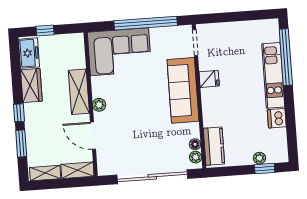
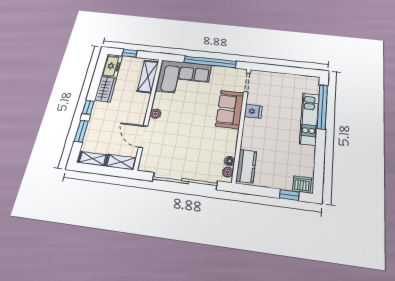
sofa: (183, 90) -> (230, 109), width x0.73
shelving: (79, 92) -> (148, 76), moved
dishwasher: (277, 118) -> (302, 184), moved, turned 90
plant: (259, 158) -> (286, 185), removed

